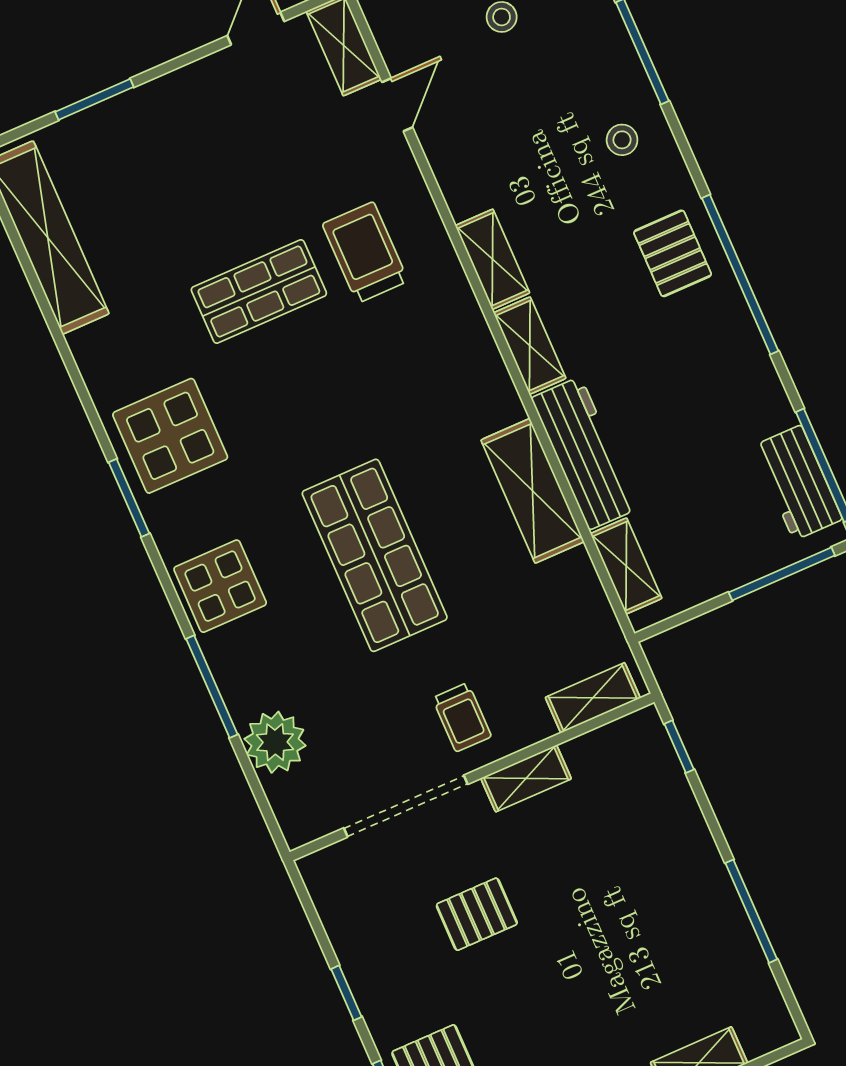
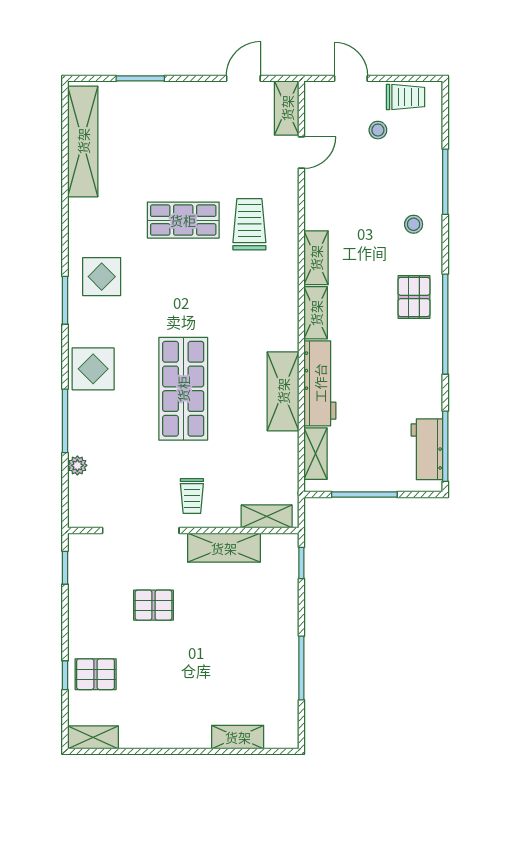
display table: (170, 436) -> (102, 277), width x0.73, depth x0.73
window: (782, 574) -> (364, 494), moved
plant: (275, 742) -> (77, 465), width x0.53, depth x0.53
shelving: (526, 778) -> (224, 548), width x1.50, depth x1.33
window: (346, 993) -> (65, 568), moved

